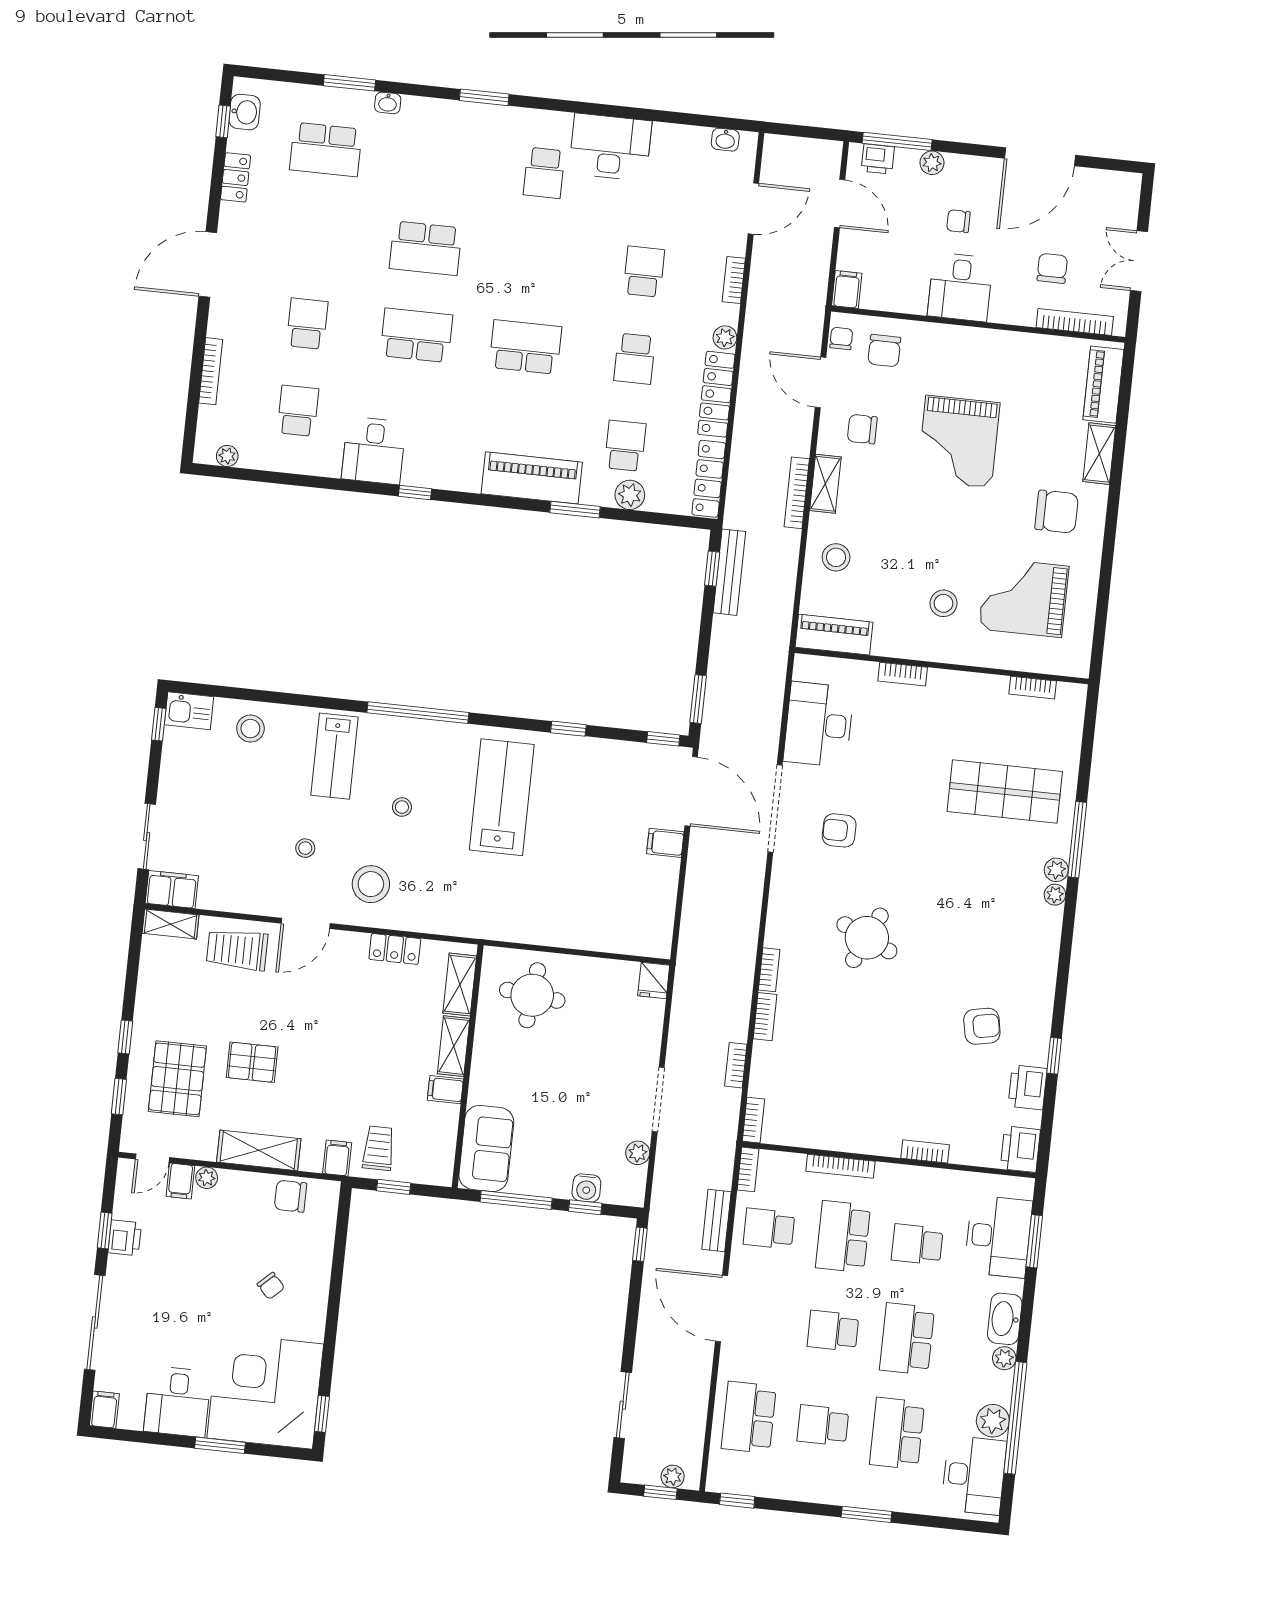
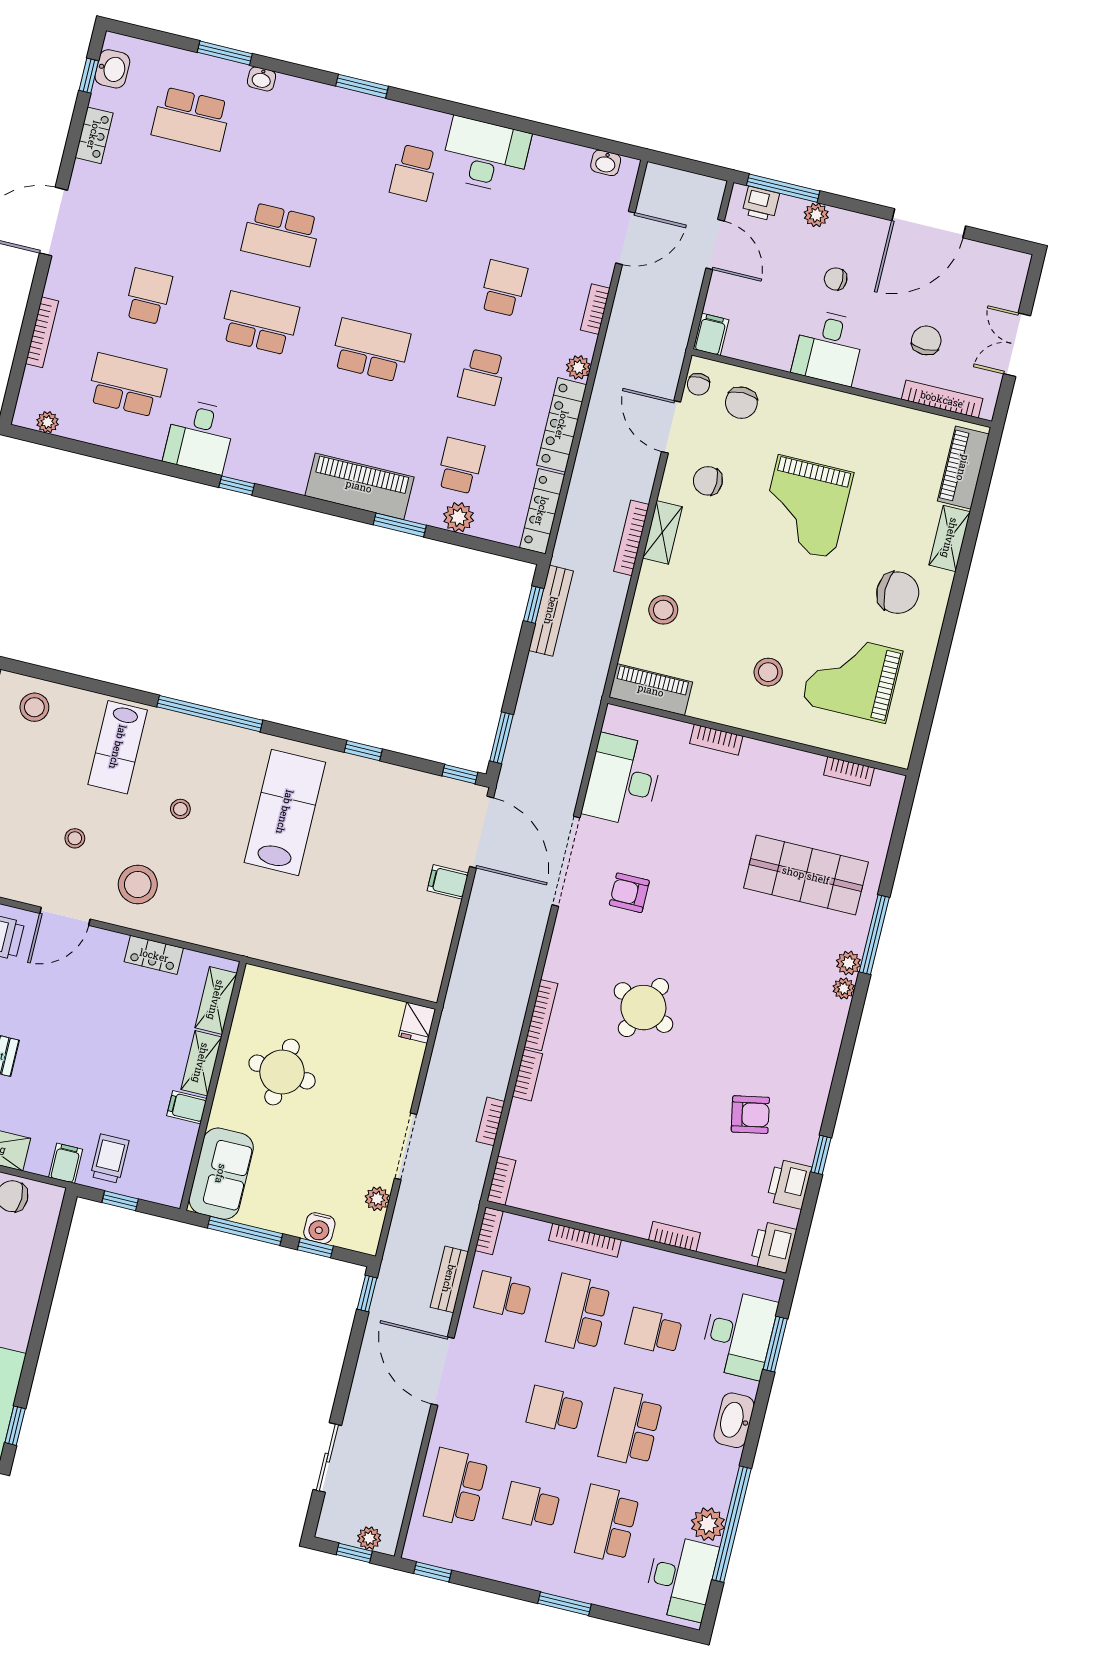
chair: (841, 338) -> (698, 384), turned 180
school desk: (298, 411) -> (127, 385), width x1.85
bookcase: (769, 970) -> (541, 1015), width x1.56
round table: (532, 995) -> (282, 1072), moved
plant: (1004, 1358) -> (728, 1461), removed

